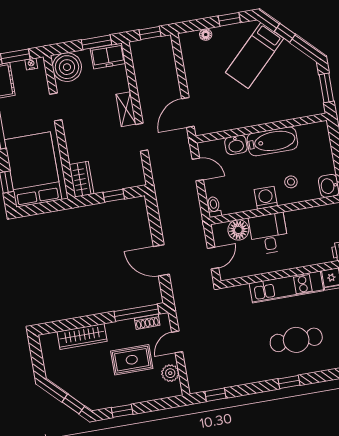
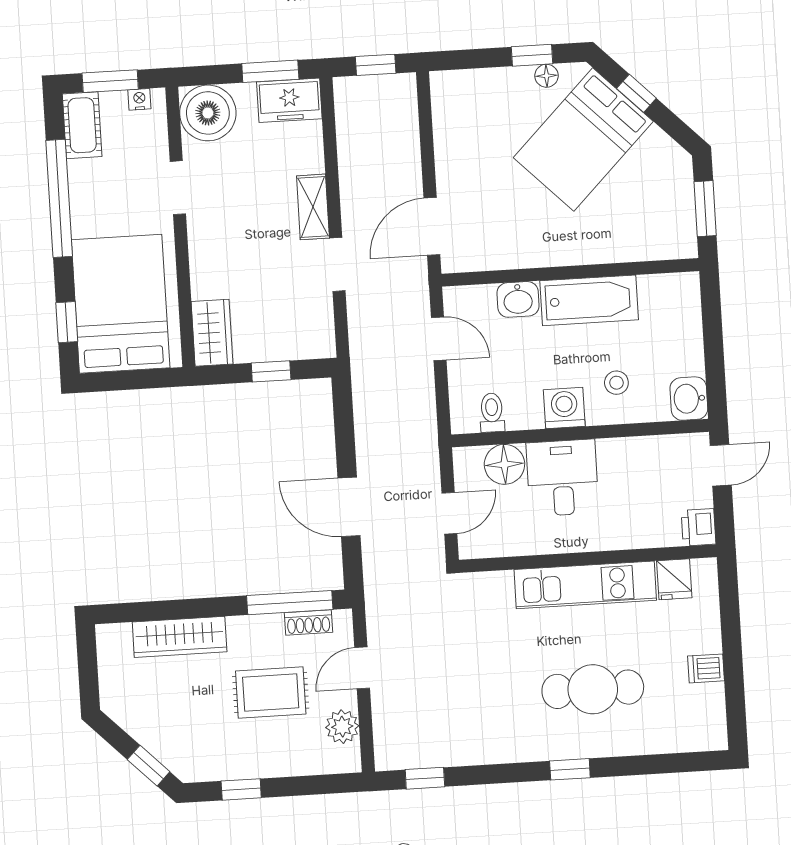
floor lamp: (206, 35) -> (546, 76), moved
bed: (255, 55) -> (583, 139), width x1.50
toilet: (214, 207) -> (492, 413), moved

